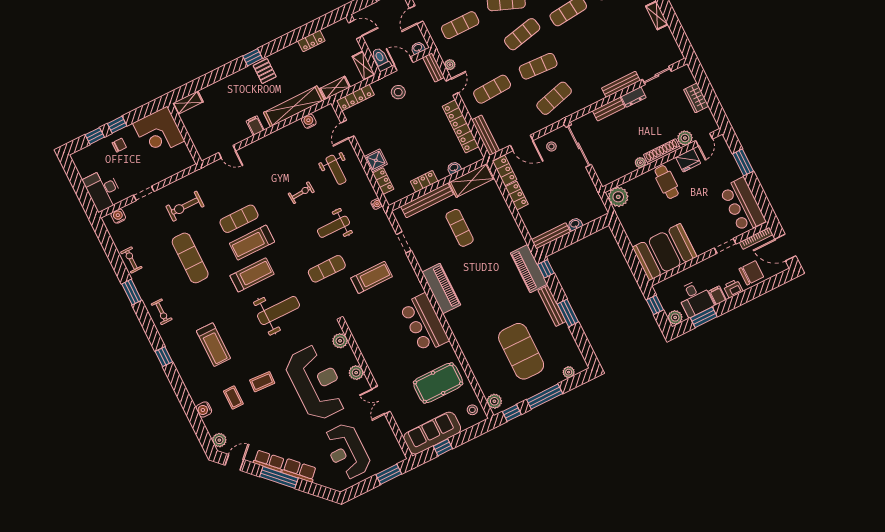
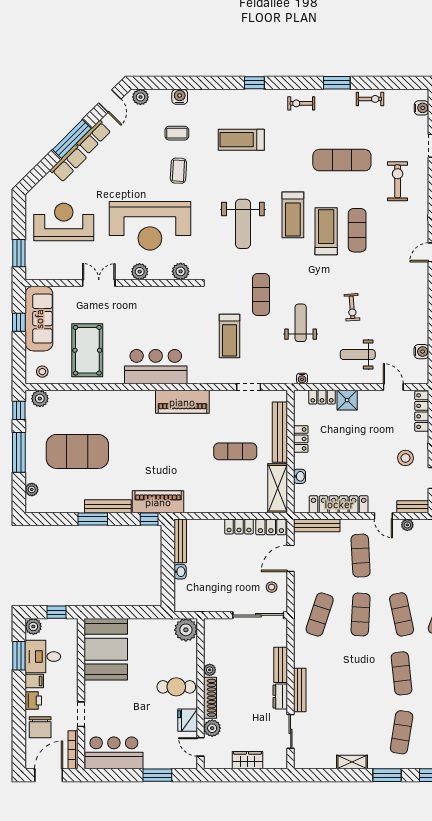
exercise mat: (554, 98) -> (320, 614), turned 33

